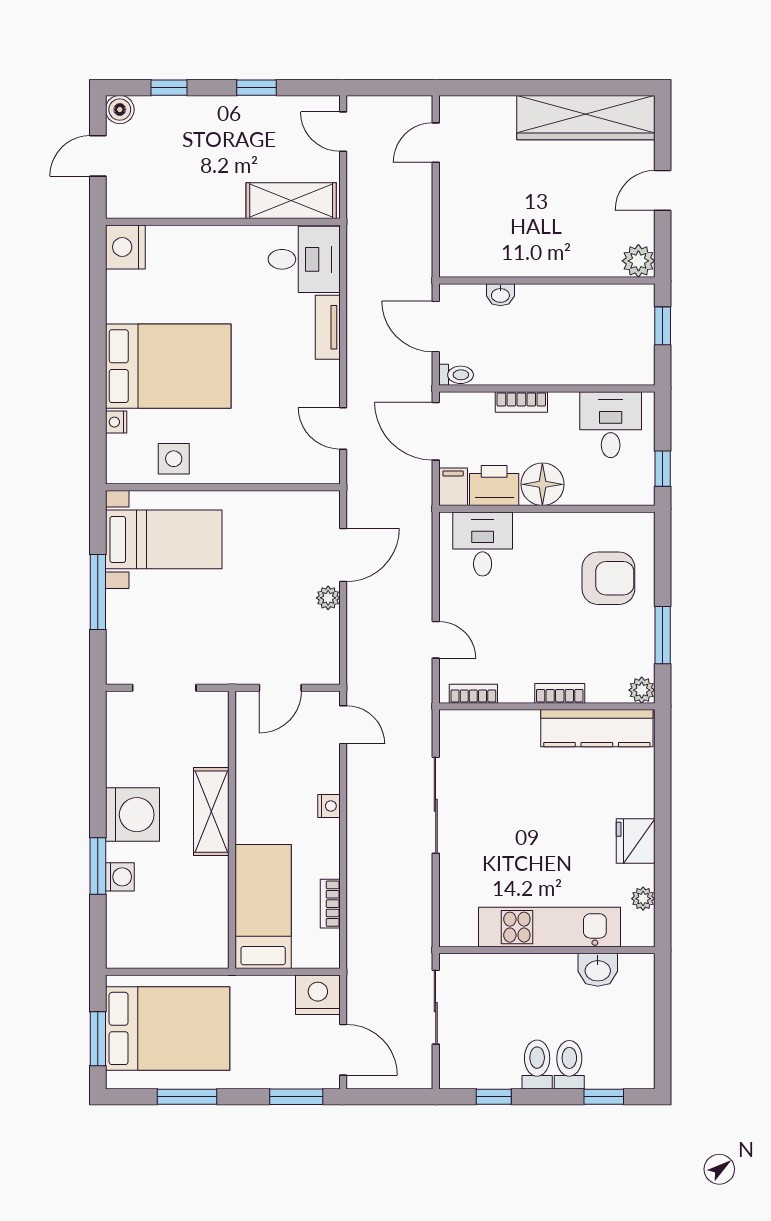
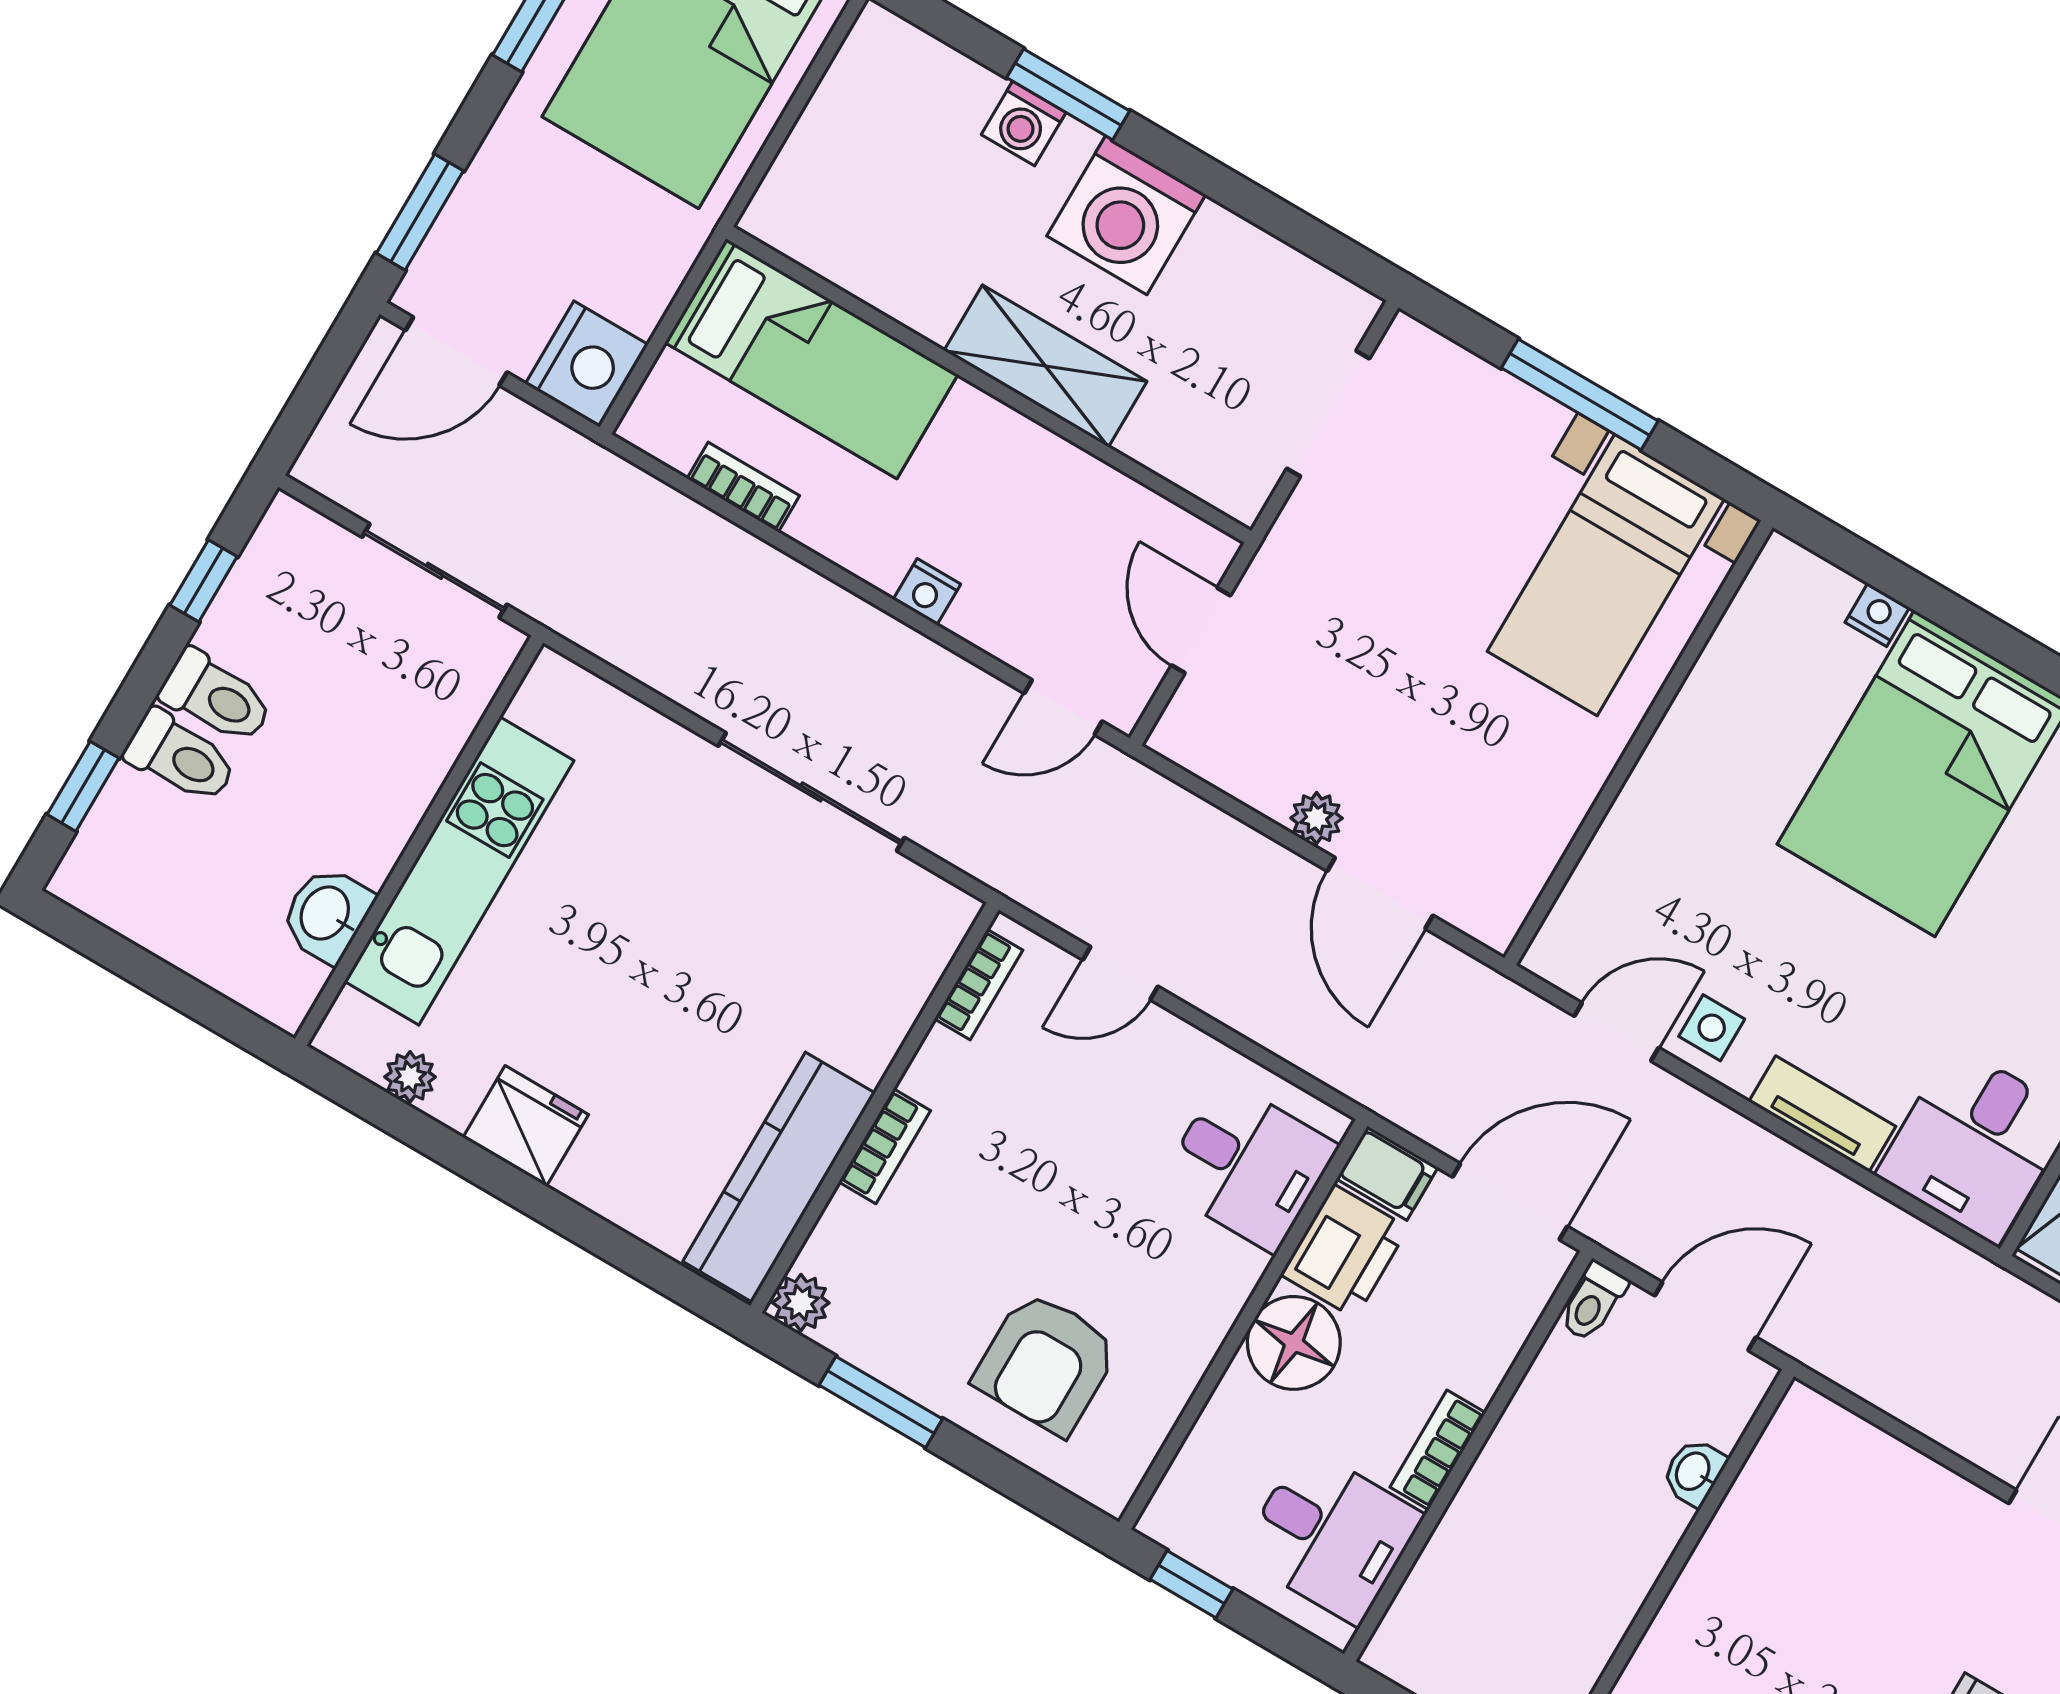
bookcase: (521, 402) -> (1438, 1450), moved
side table: (174, 459) -> (1712, 1028), moved, width x0.73, depth x0.73

